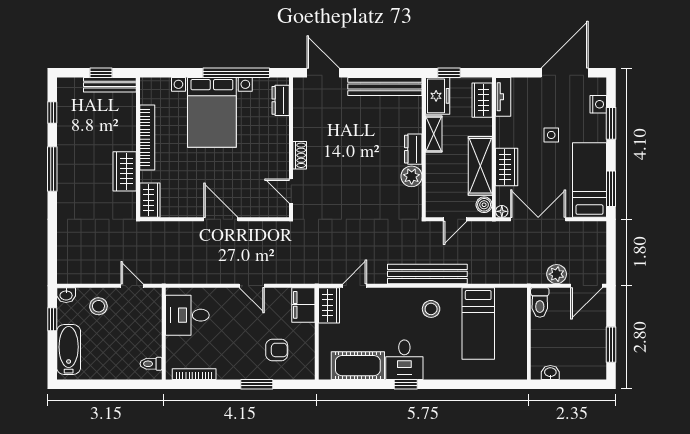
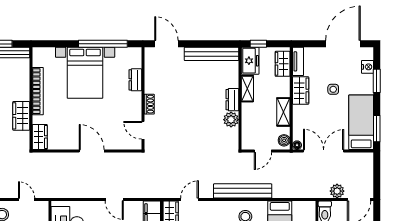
dresser: (281, 100) -> (135, 80), moved
shelving: (480, 166) -> (283, 112), width x0.67, depth x0.75
wardrobe: (507, 167) -> (301, 90), moved

